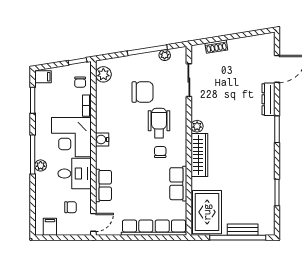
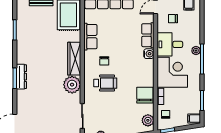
chair: (142, 92) -> (145, 95), moved, turned 90
dresser: (268, 99) -> (21, 77), moved
wheelchair: (159, 123) -> (105, 83), turned -90
plant: (197, 126) -> (72, 85), width x1.88, depth x1.88
water cooler: (102, 139) -> (149, 54), moved

